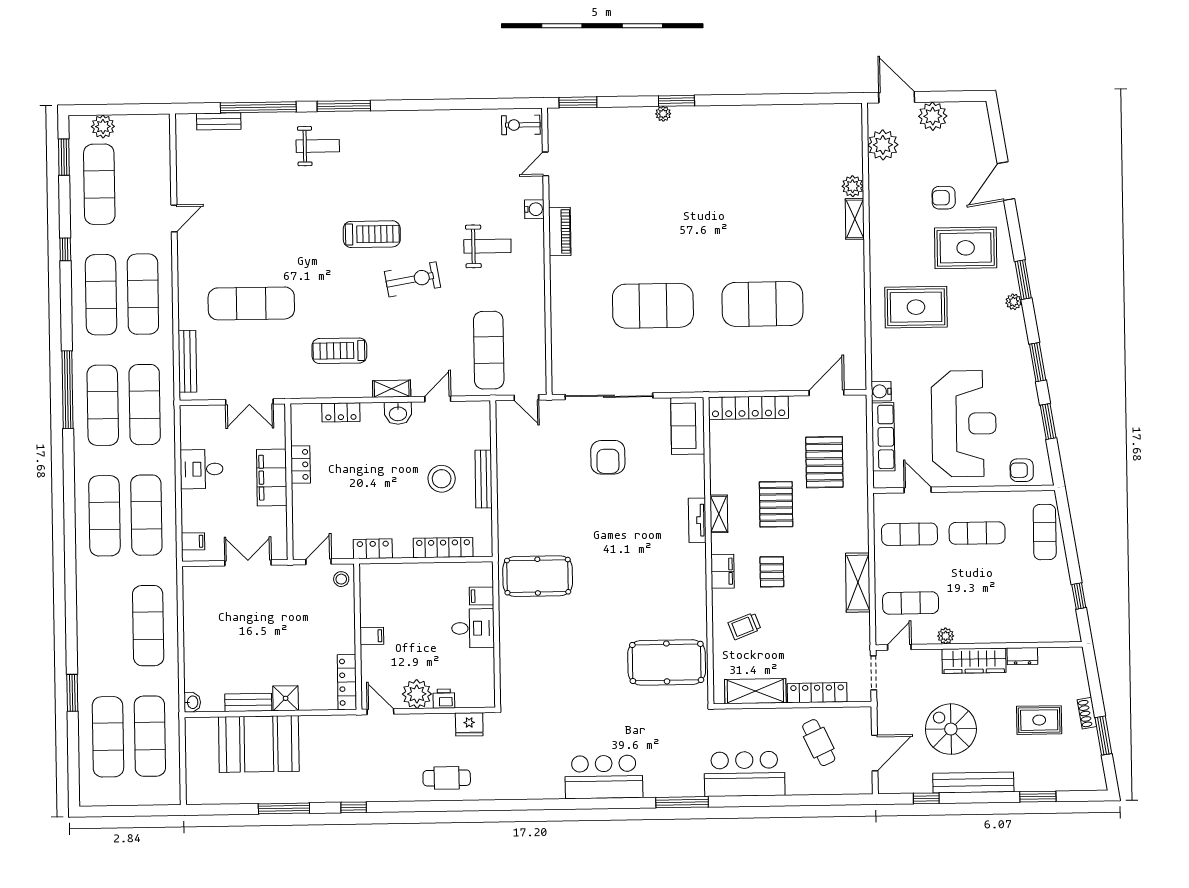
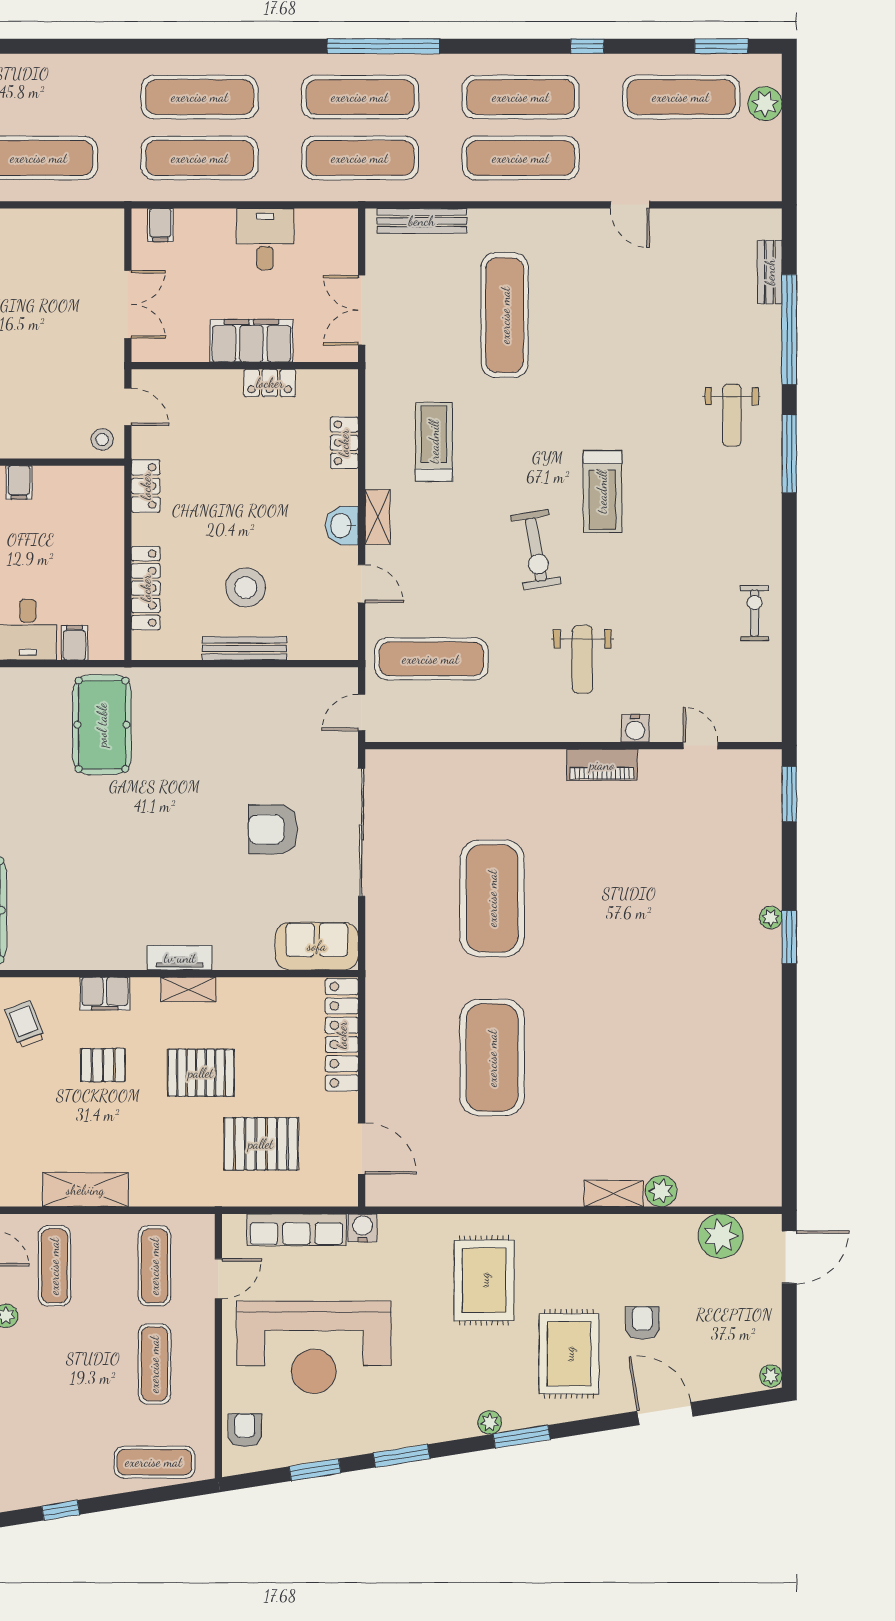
plant: (933, 116) -> (771, 1376), moved, width x0.53, depth x0.53
exercise bike: (521, 125) -> (755, 613), moved

